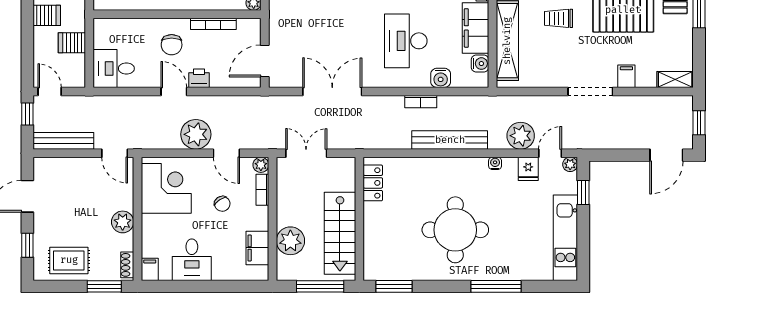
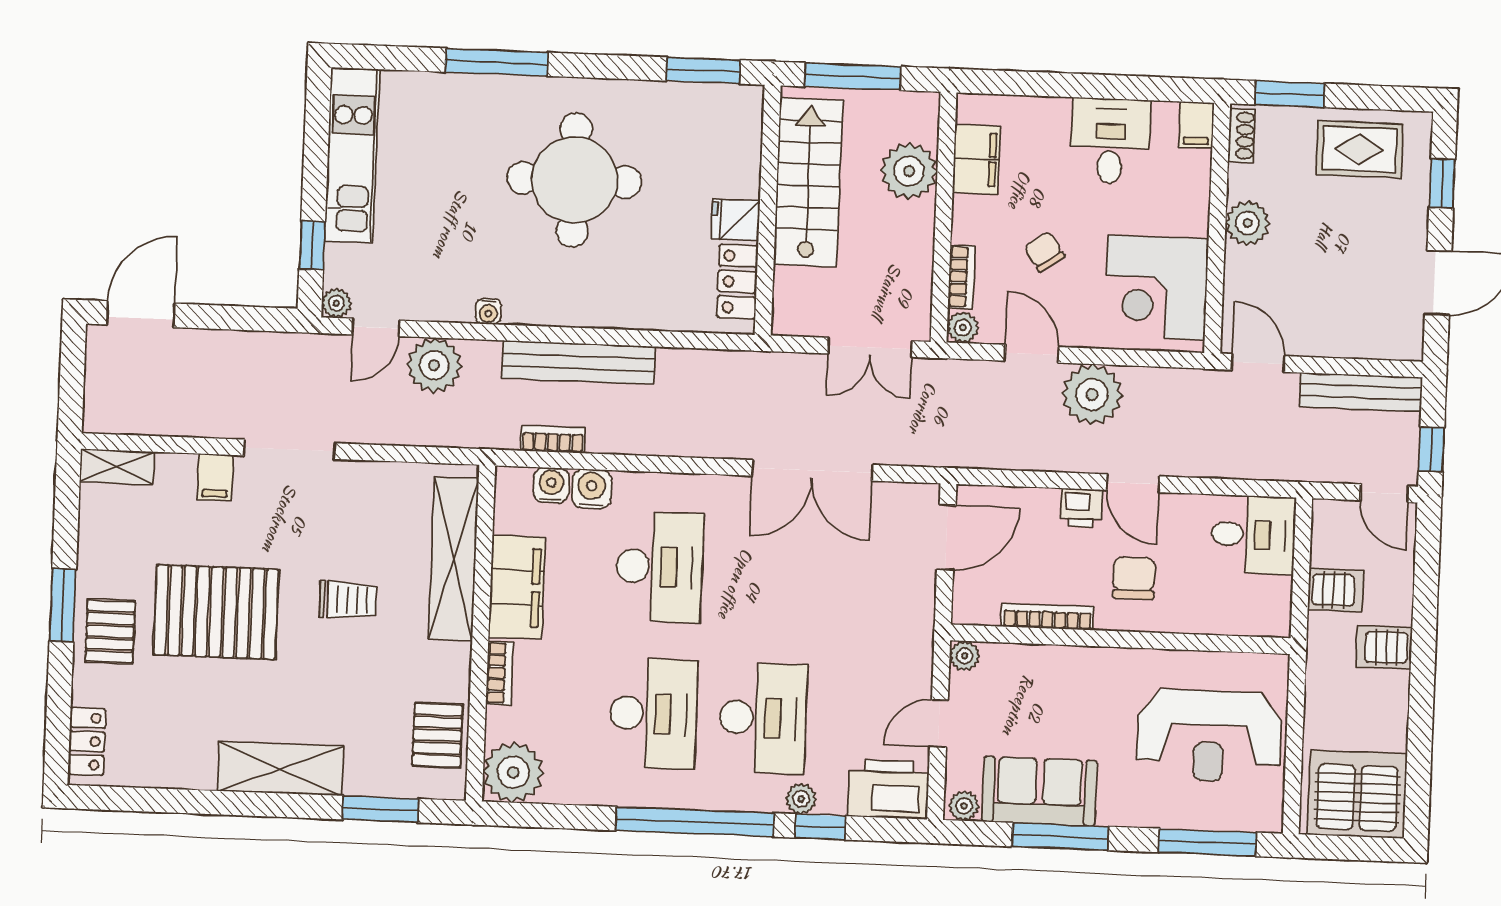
water cooler: (480, 64) -> (551, 485), moved, turned 90
bookcase: (421, 102) -> (553, 439), moved
window: (699, 123) -> (72, 377), removed
fridge: (528, 169) -> (736, 220), moved, turned -90

